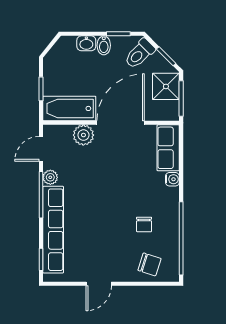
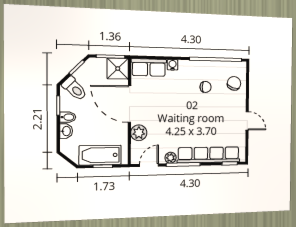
shower: (166, 86) -> (118, 69), moved
bathtub: (69, 108) -> (100, 155), moved, turned 90
door: (41, 149) -> (149, 165), swing flipped

